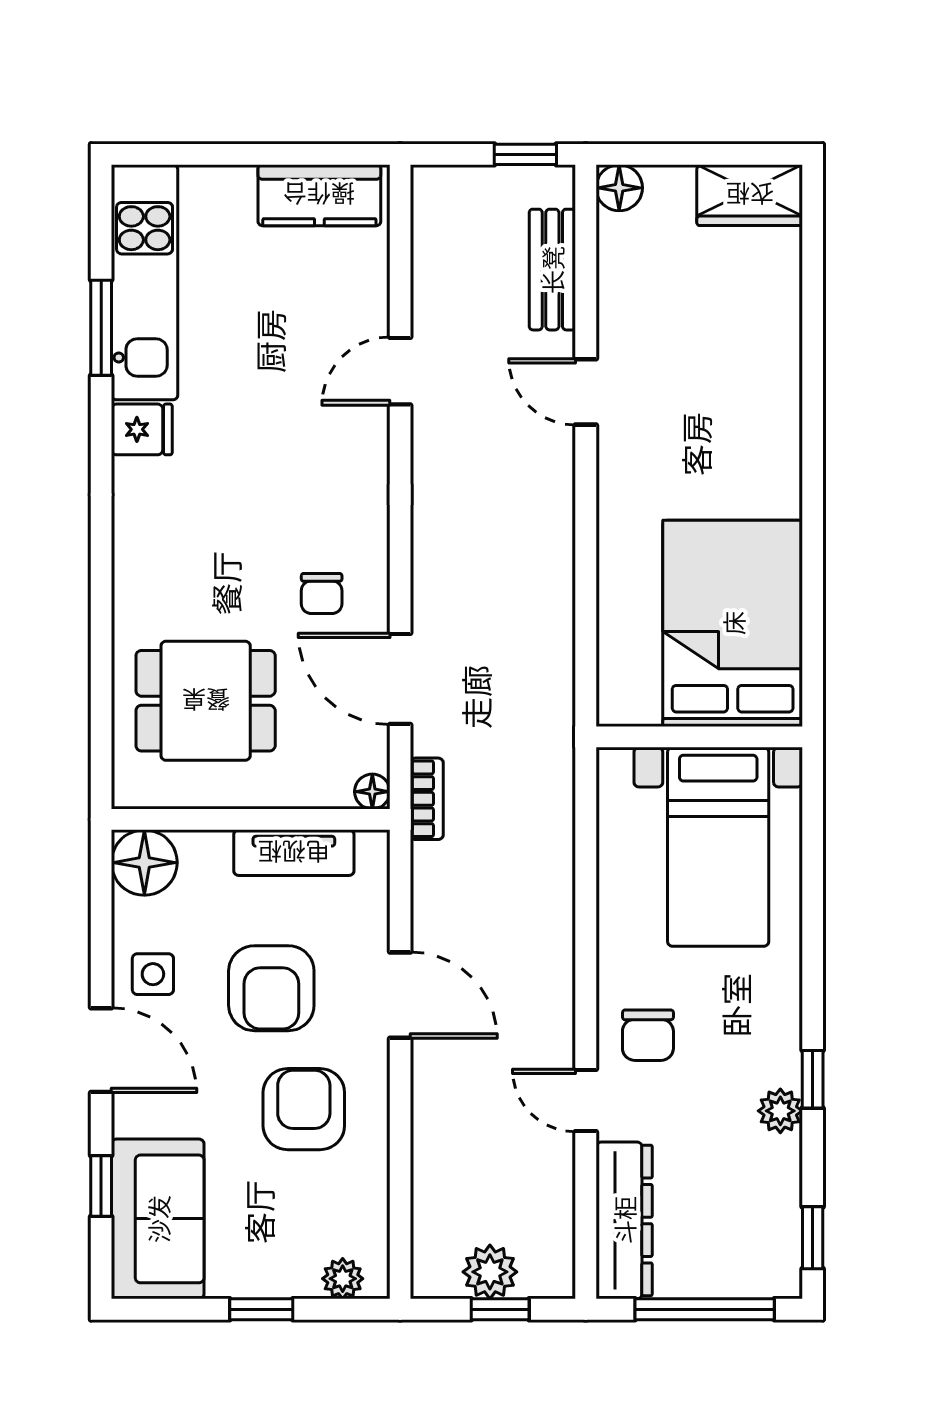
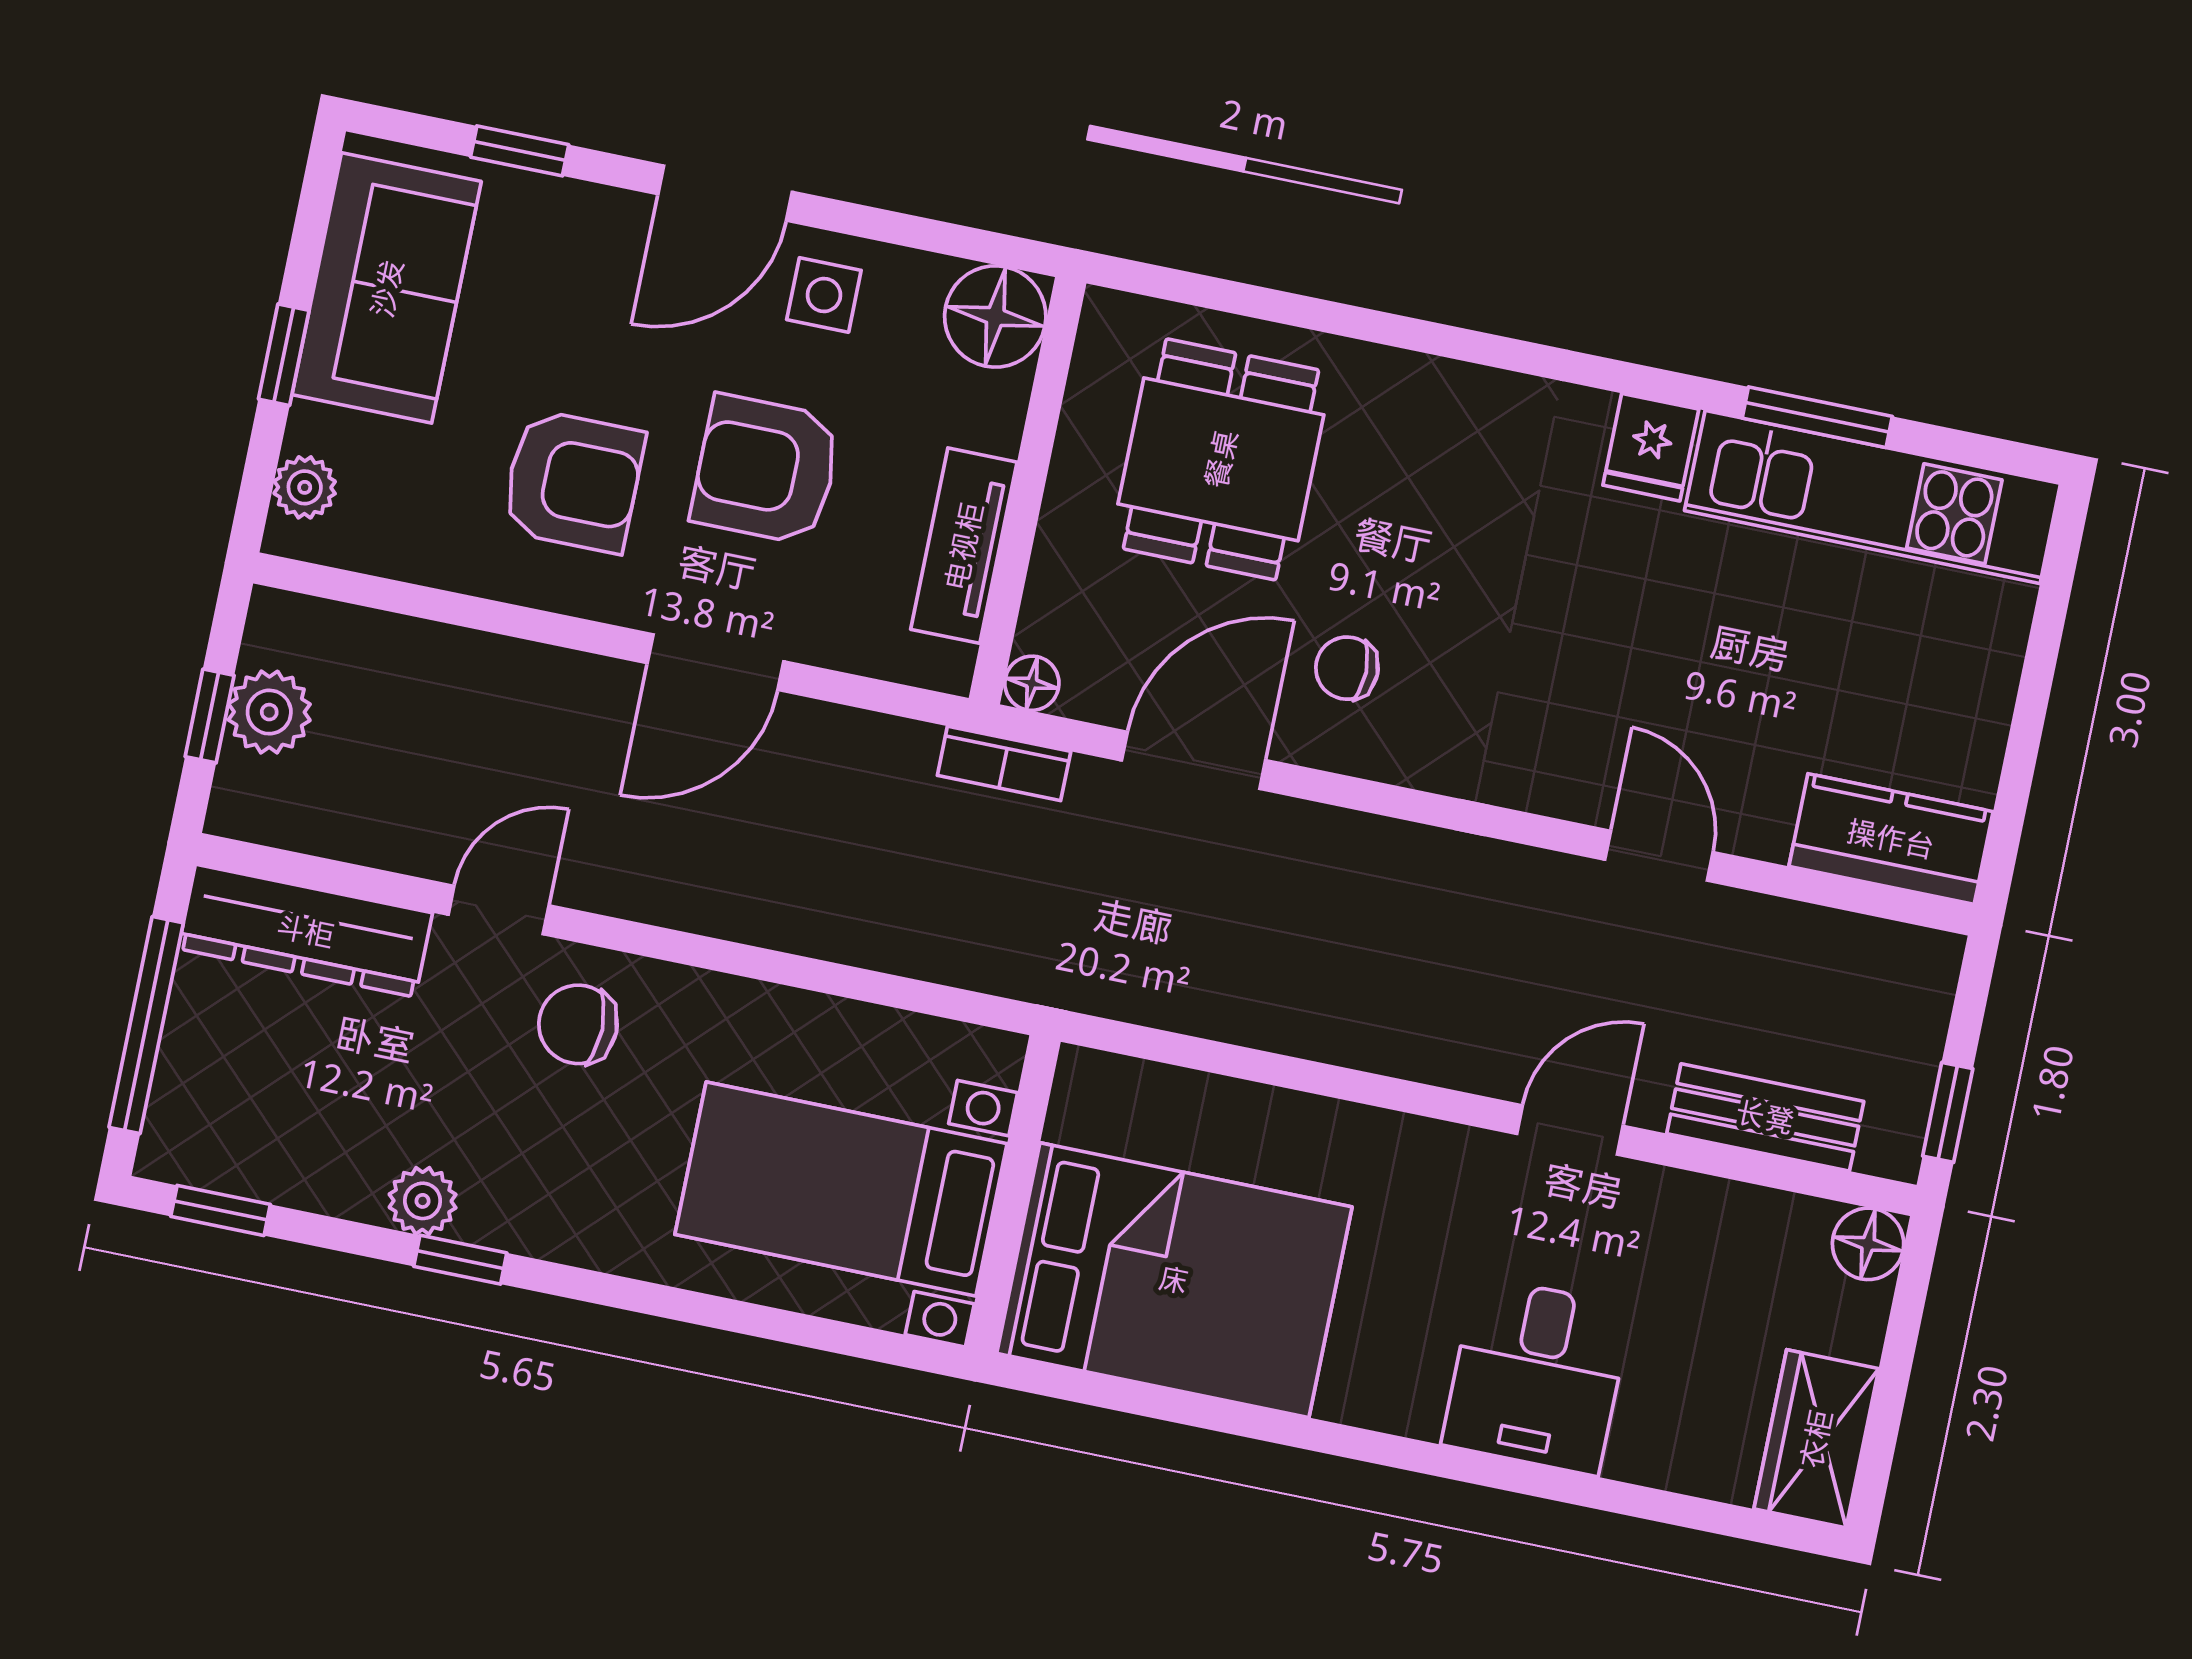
kitchen counter: (319, 195) -> (1891, 839), moved, turned 90
desk: (746, 381) -> (1537, 1376), added
sofa: (158, 1219) -> (387, 288), moved, turned -90

